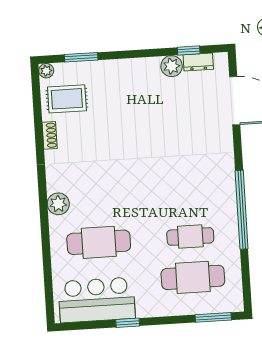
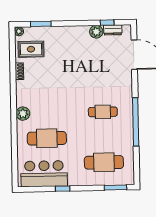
cafe table: (190, 237) -> (103, 112), moved

